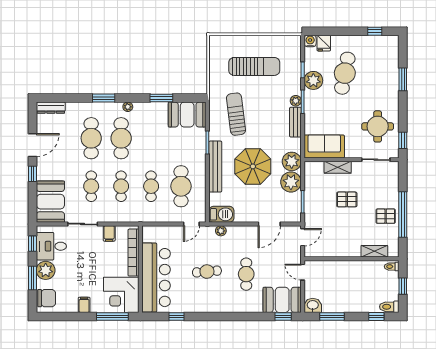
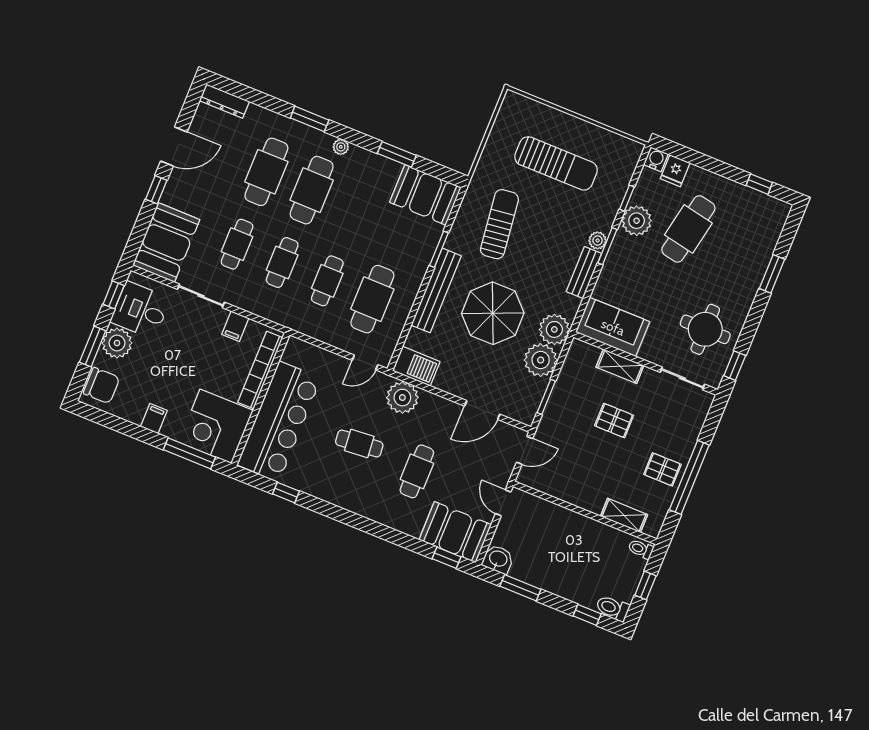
plant: (221, 231) -> (402, 398), width x1.87, depth x1.87

